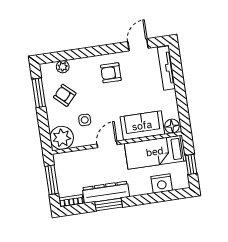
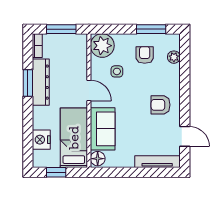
armchair: (111, 73) -> (161, 105), turned -90
armchair: (65, 95) -> (145, 55), turned -43

